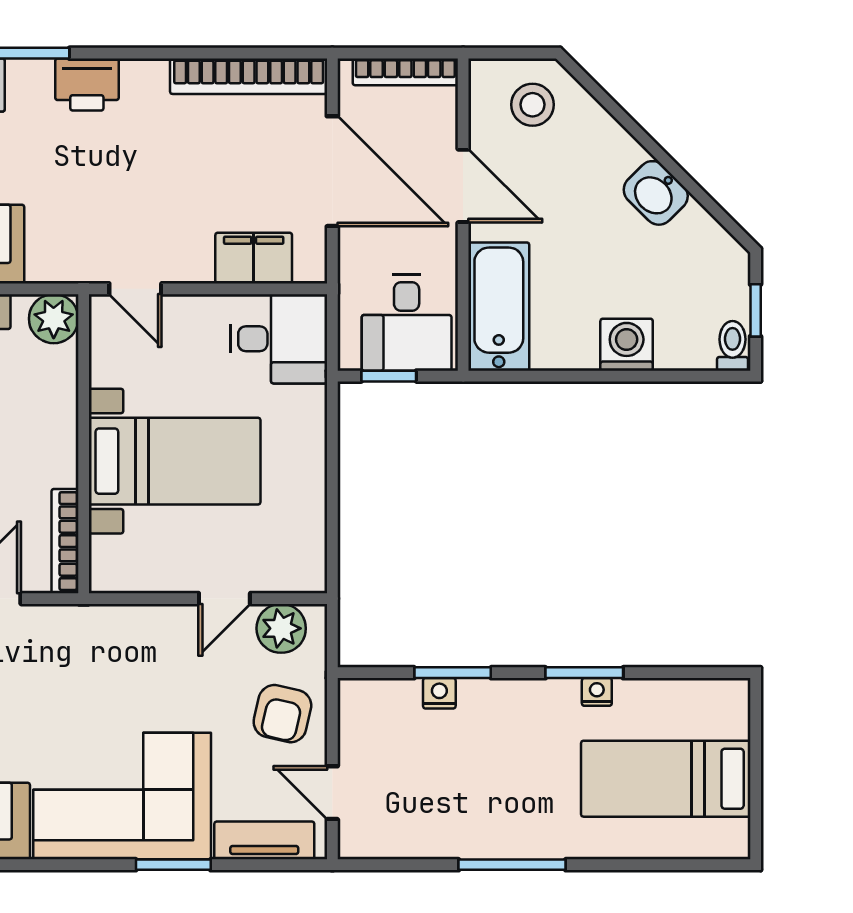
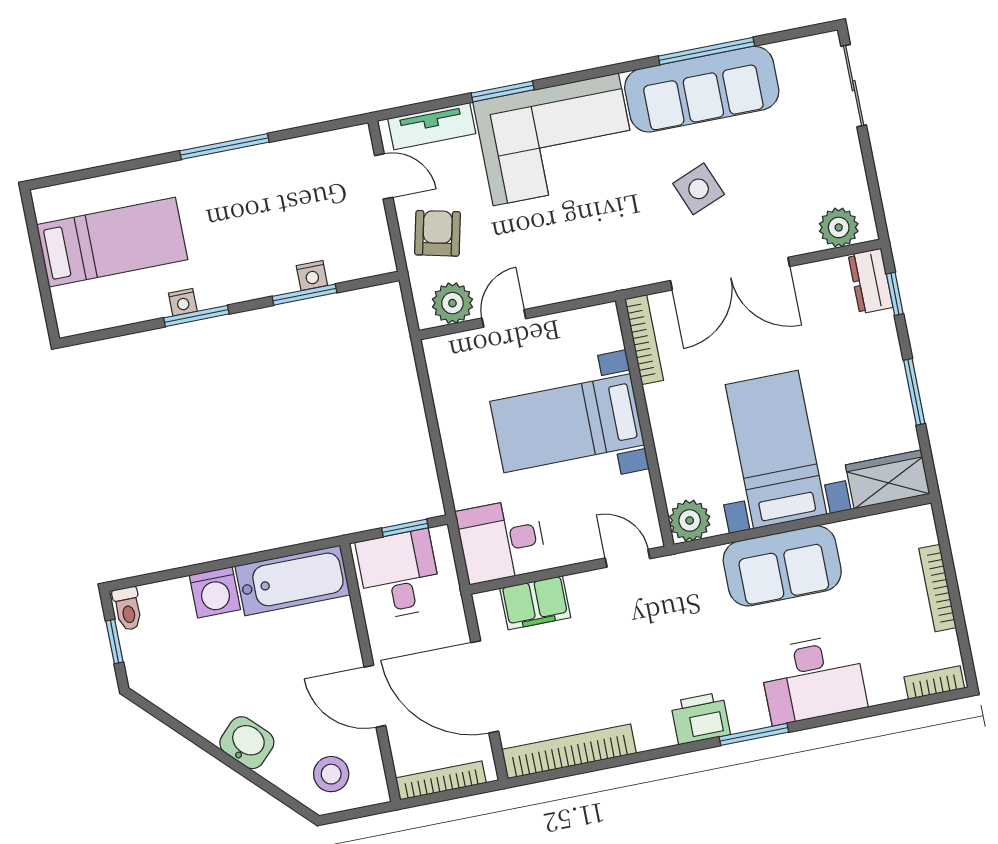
washbasin: (656, 193) -> (247, 743), moved
bathtub: (499, 307) -> (293, 580), moved, turned -90

